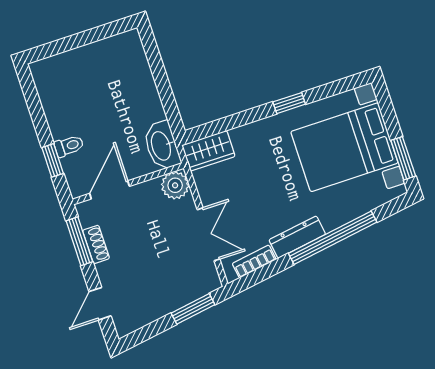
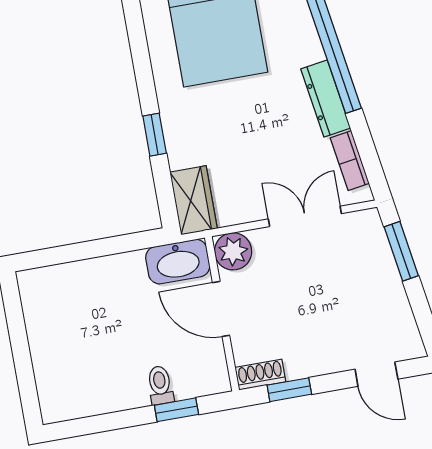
window: (289, 103) -> (155, 135), moved
door: (109, 190) -> (221, 309), moved
window: (79, 241) -> (289, 390), width x0.67
shoe rack: (96, 244) -> (260, 375), moved

